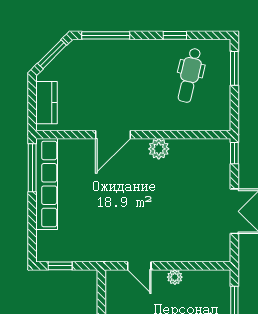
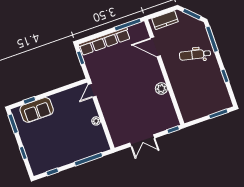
dental chair: (190, 75) -> (195, 55), moved
door: (113, 135) -> (155, 47), moved
row of seats: (47, 184) -> (104, 41), moved
door: (139, 266) -> (92, 90), moved

